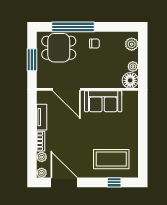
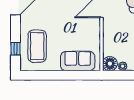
sofa: (103, 101) -> (78, 61), moved, turned 90

